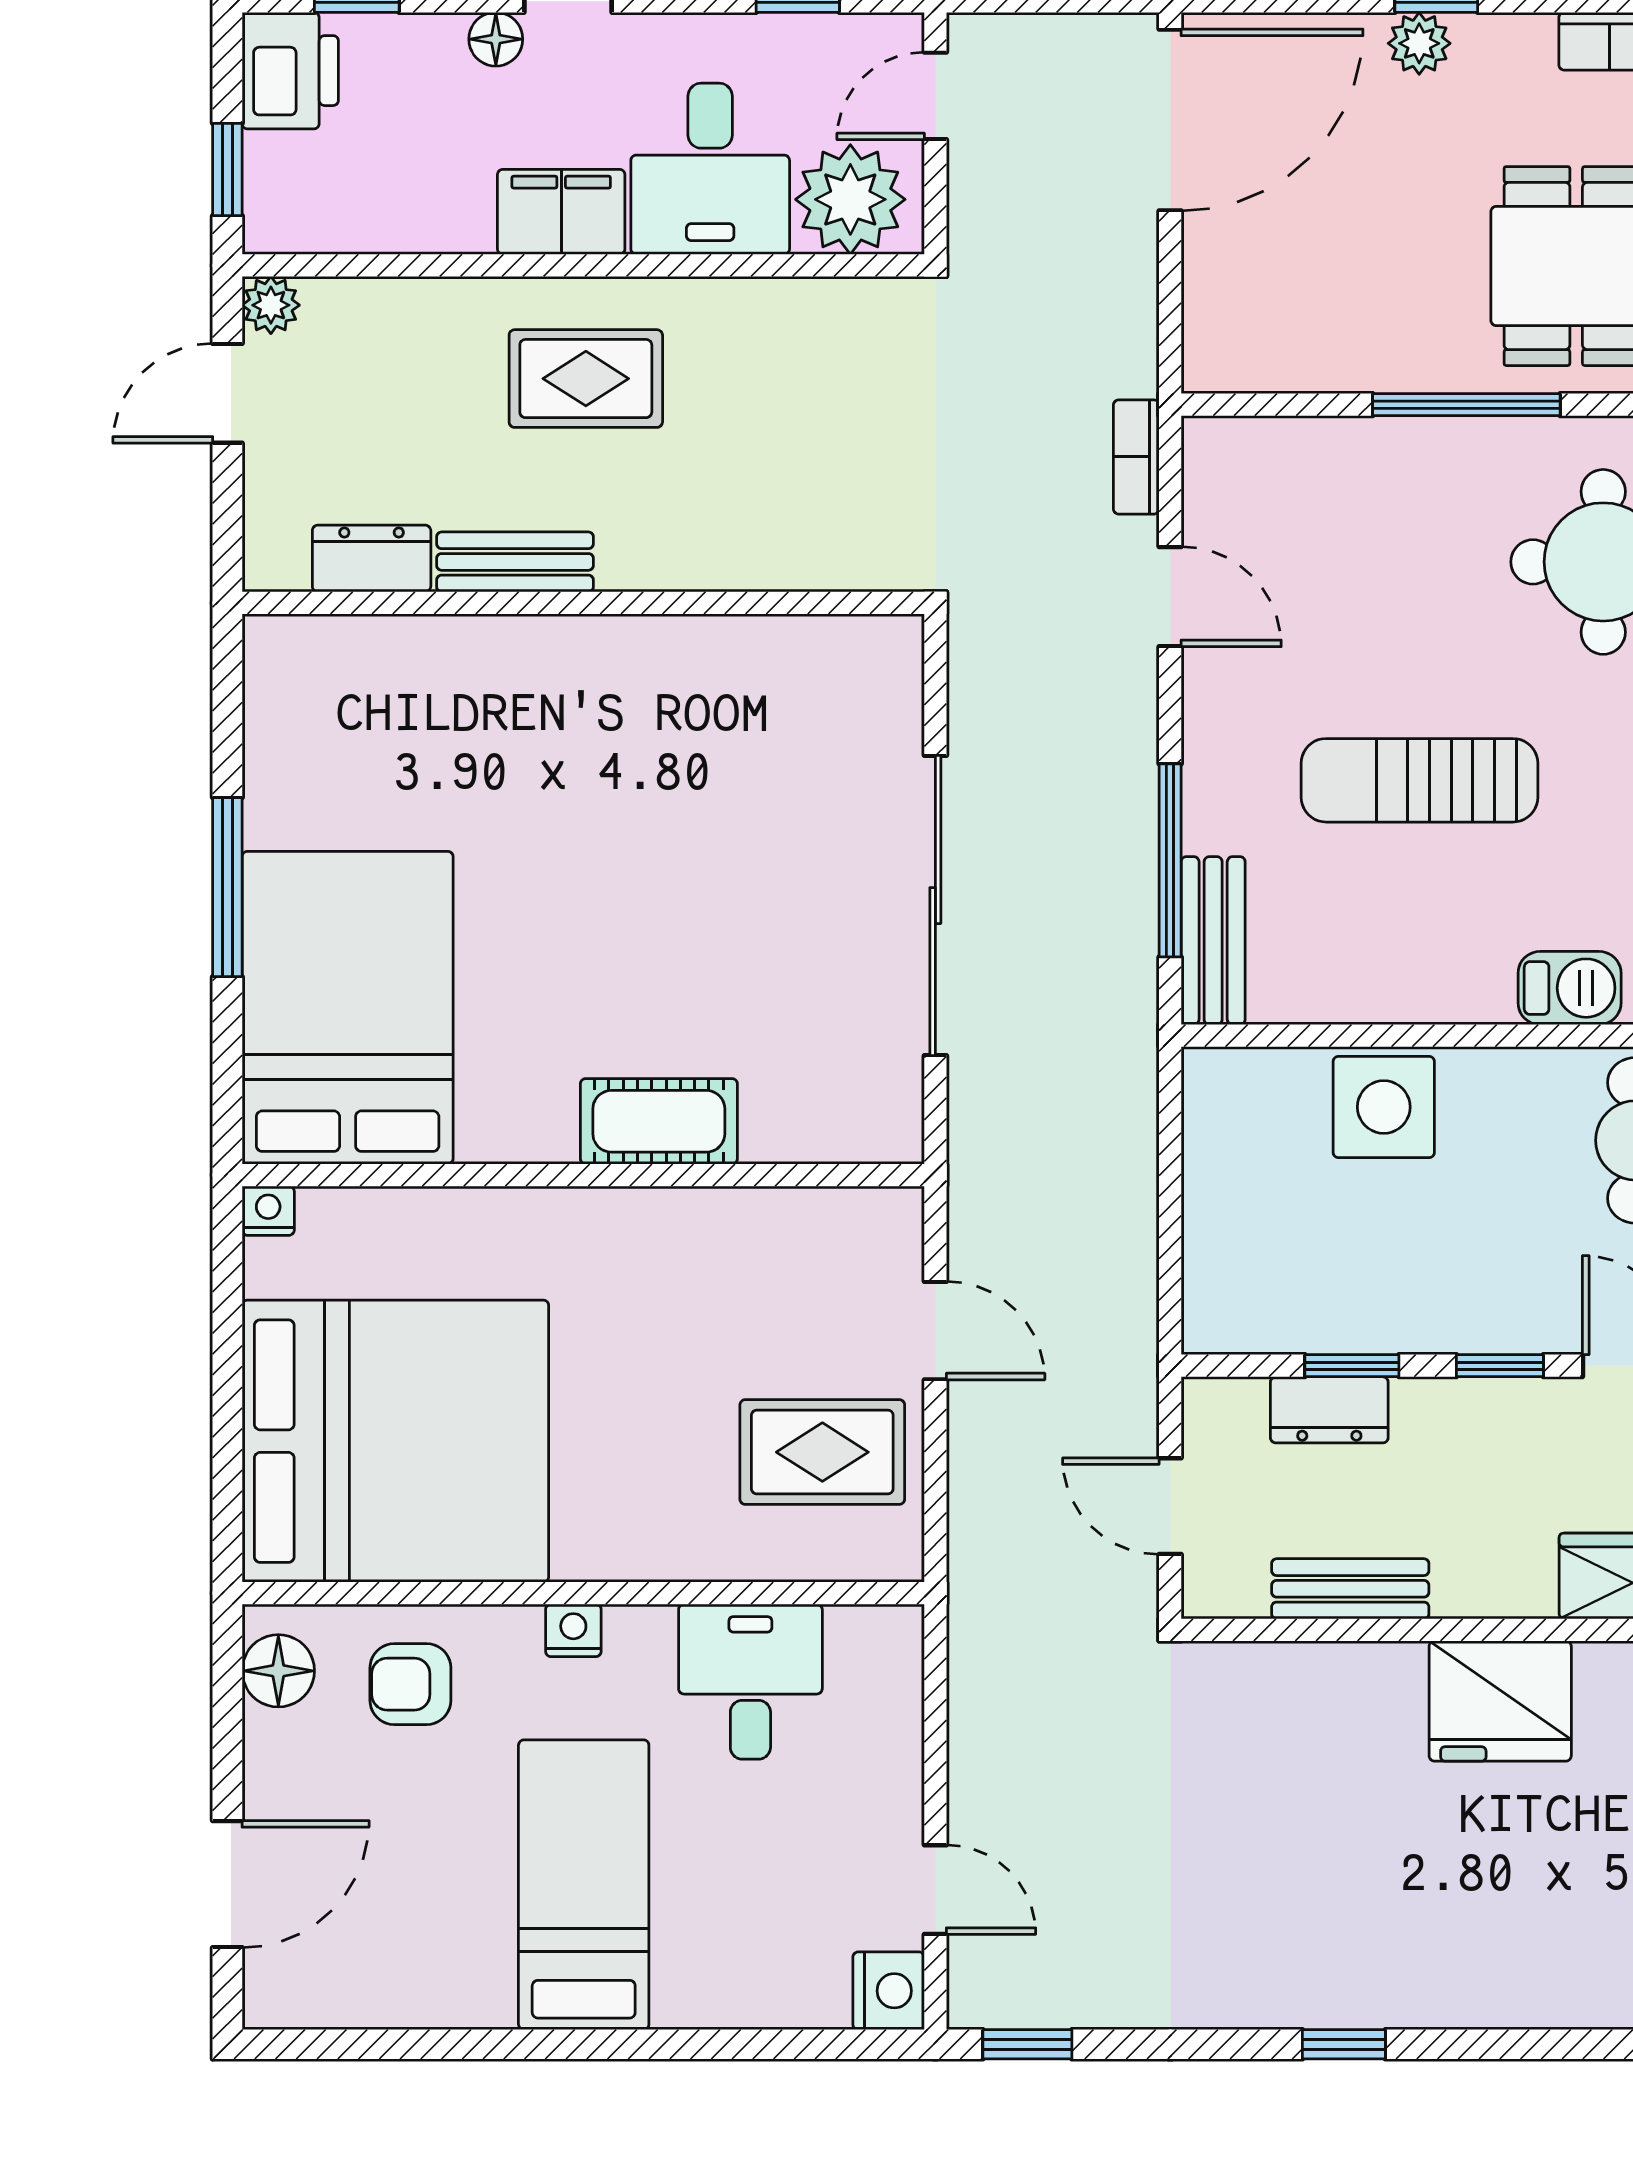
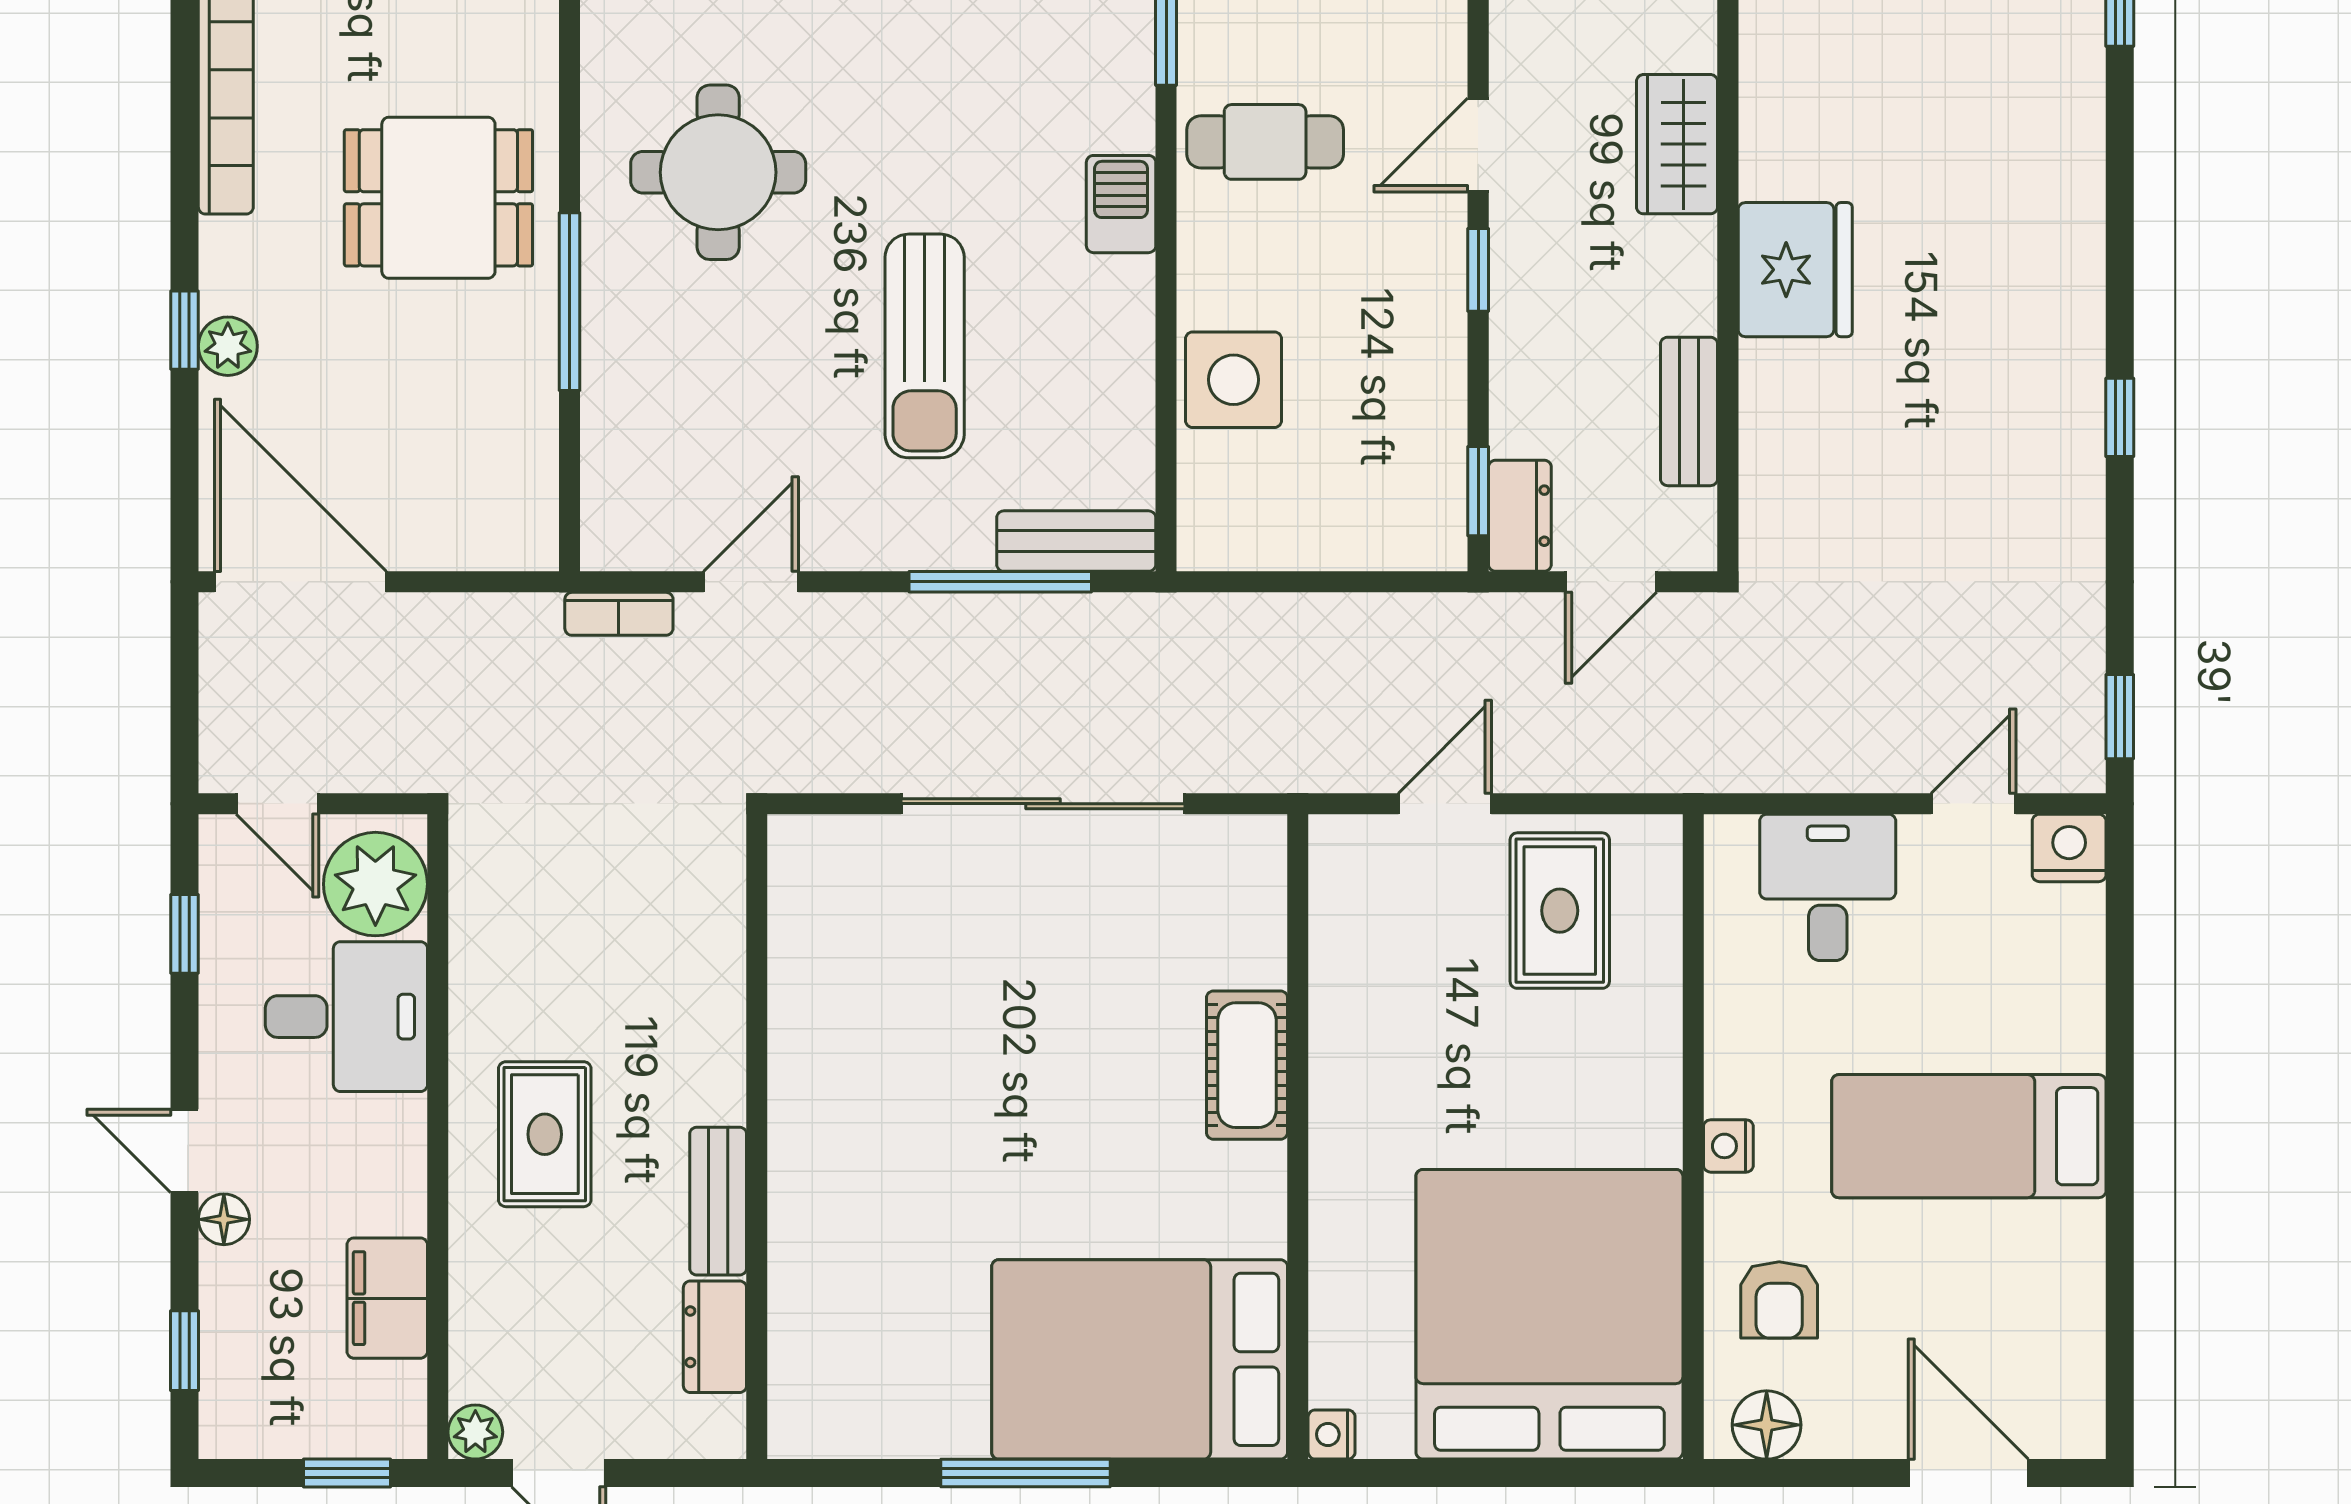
printer: (290, 71) -> (254, 1414), removed
filing cabinet: (561, 212) -> (387, 1298), moved
window: (1352, 1366) -> (1478, 491), moved
dresser: (1329, 1410) -> (1520, 516), moved
desk: (750, 1682) -> (1828, 887), moved, turned 90

